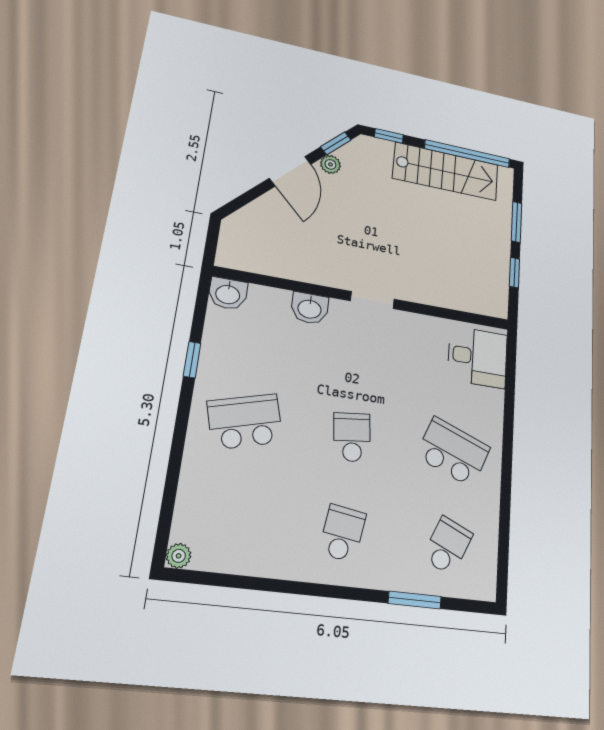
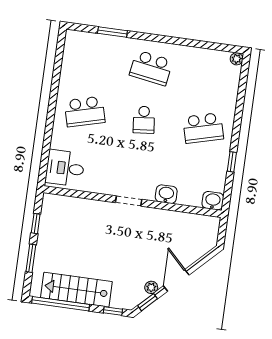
school desk: (453, 452) -> (85, 112), turned -36
school desk: (342, 533) -> (151, 68), width x1.85
school desk: (448, 546) -> (92, 60), removed

